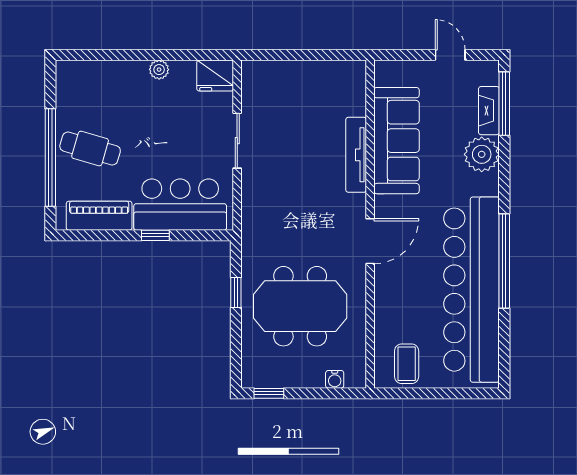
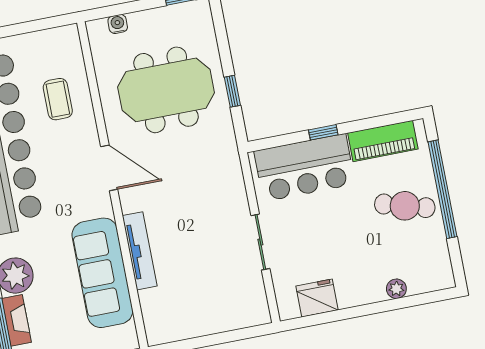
plant: (159, 70) -> (396, 289), moved
fridge: (215, 76) -> (317, 298), moved
door: (370, 241) -> (109, 168), swing flipped
coffee table: (407, 364) -> (58, 99), moved

